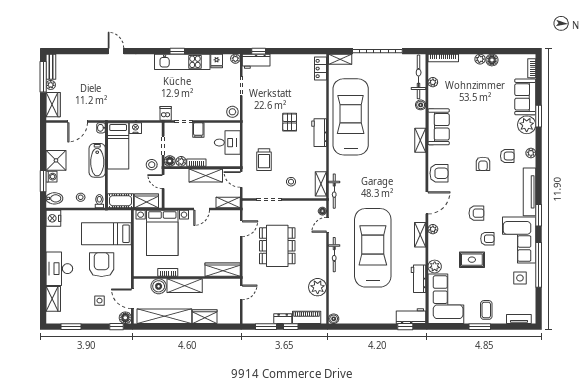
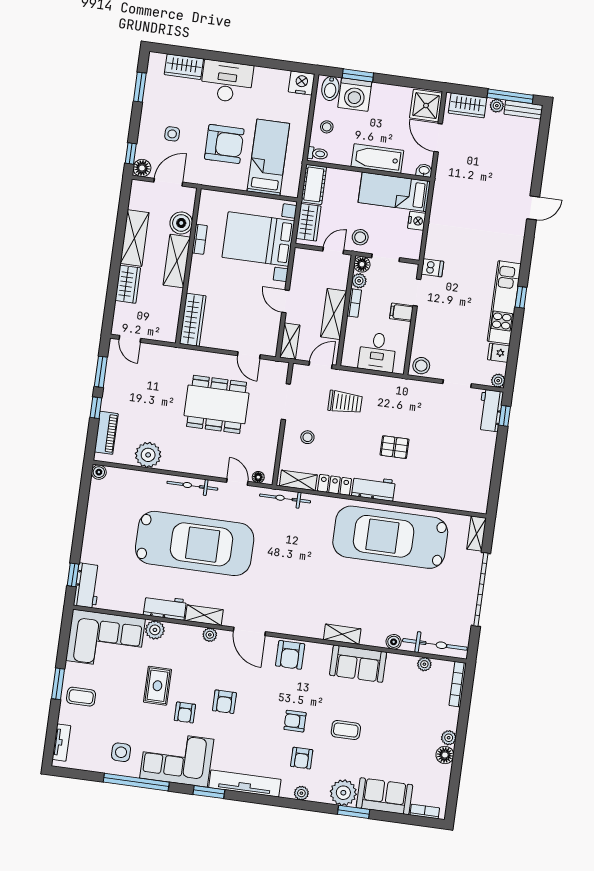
locker: (321, 69) -> (334, 485), moved
car: (351, 117) -> (390, 537), turned 180
coffee table: (484, 129) -> (346, 730), added
shower: (56, 160) -> (426, 106), moved
trolley: (264, 160) -> (345, 402), turned 180
washing machine: (51, 177) -> (355, 95), width x1.89, depth x1.89
workbench: (419, 279) -> (165, 607), moved
door: (241, 292) -> (130, 339), moved
shelving: (164, 316) -> (135, 238), width x0.68
dresser: (283, 319) -> (109, 398), removed

